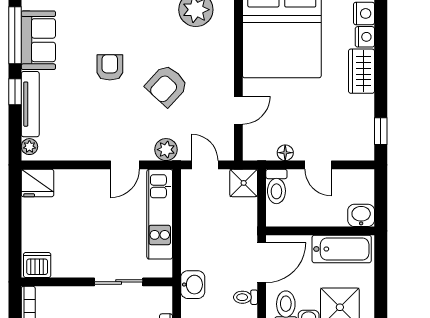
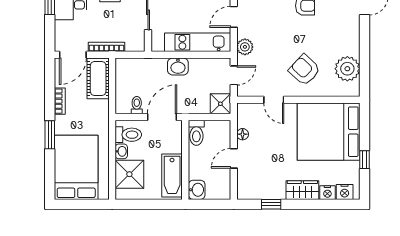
armchair: (167, 85) -> (304, 70), moved
window: (381, 131) -> (271, 204), moved
door: (125, 165) -> (234, 17), hinge flipped
toilet: (276, 186) -> (196, 133), moved, turned -90
door: (262, 263) -> (162, 117), swing flipped
washbasin: (193, 285) -> (178, 66), moved

